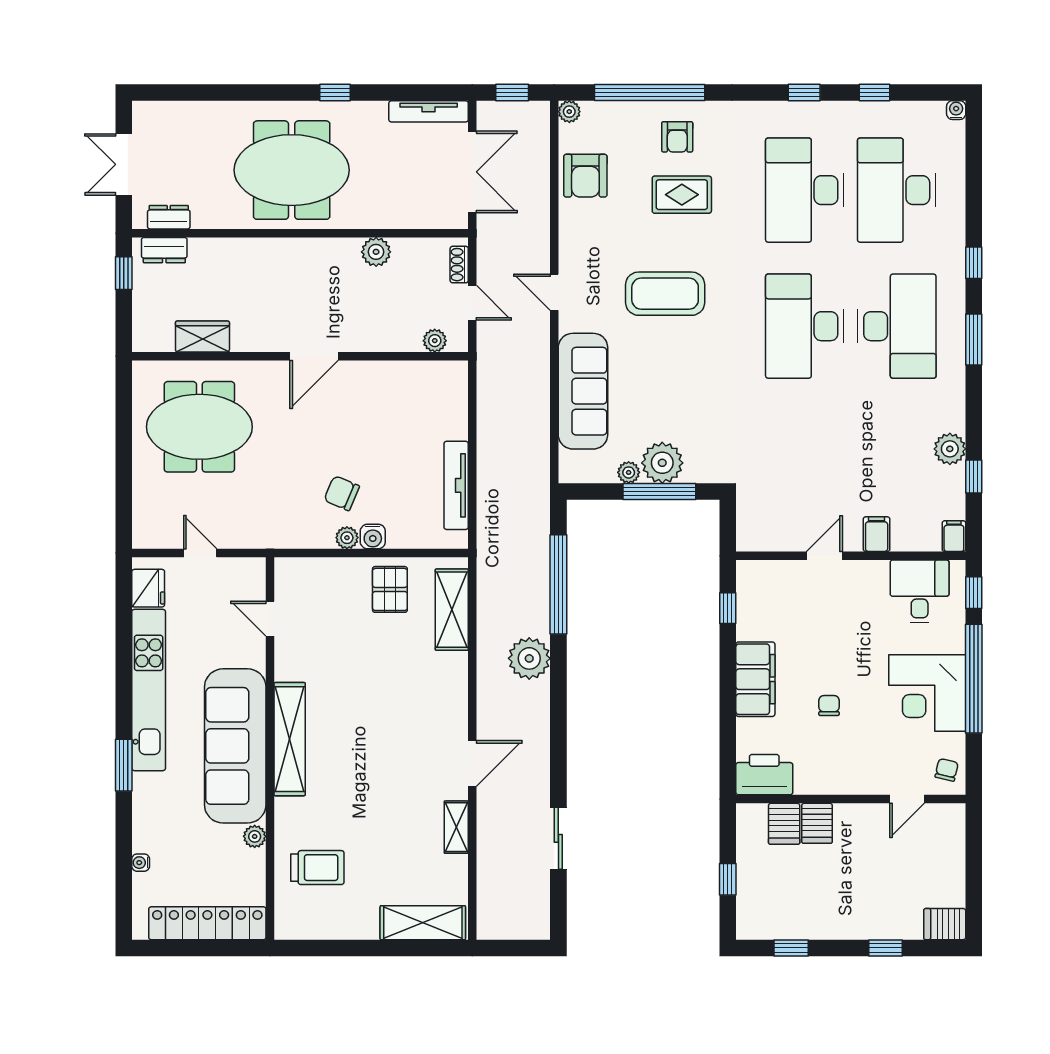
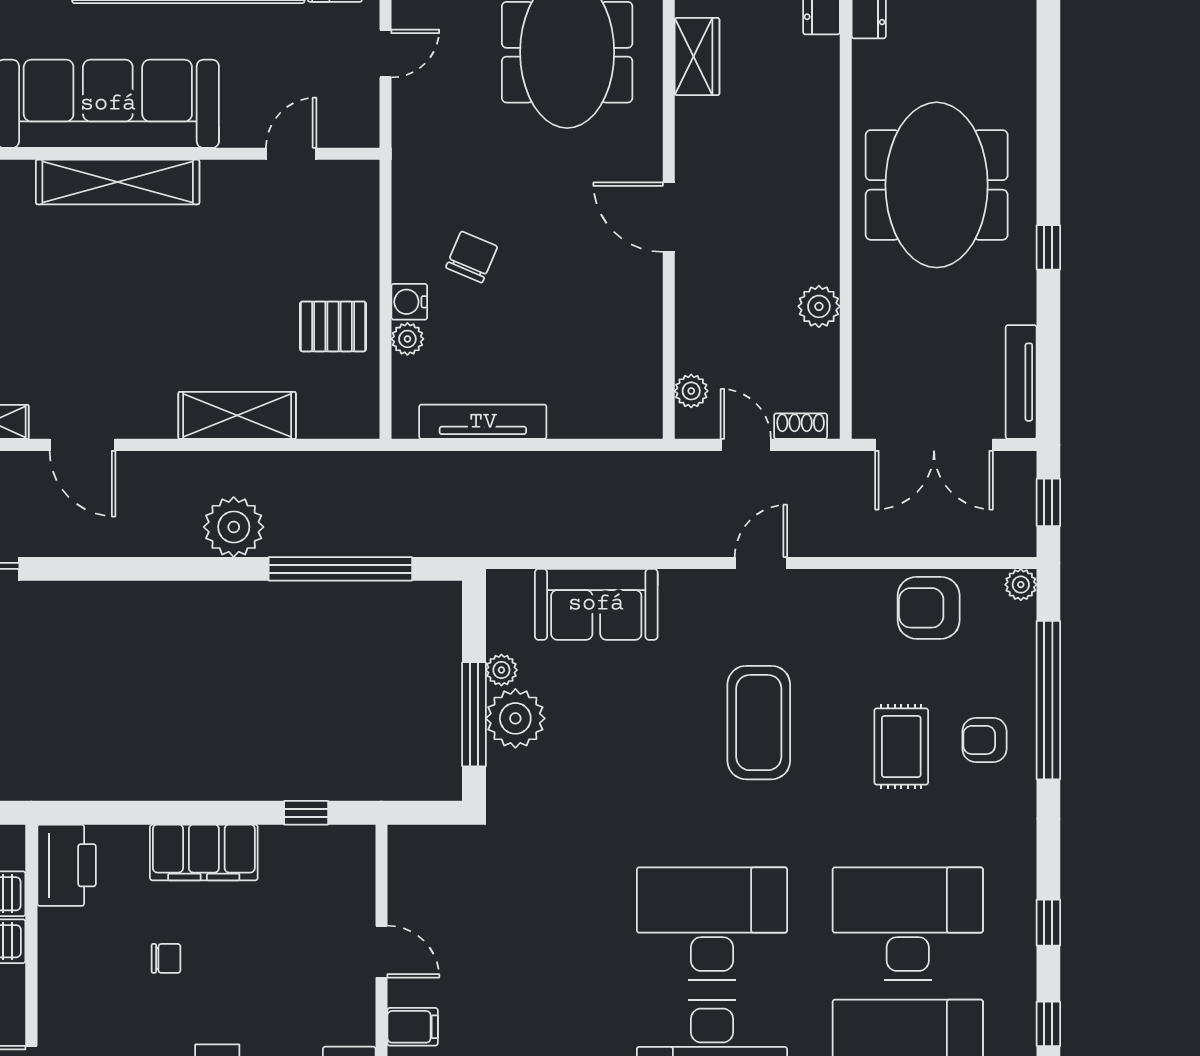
door: (472, 303) -> (746, 445), swing flipped
sofa: (583, 391) -> (596, 604), width x0.73
plant: (347, 538) -> (407, 339), moved
shelving: (452, 610) -> (237, 415), moved

